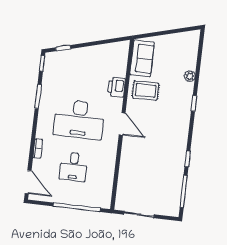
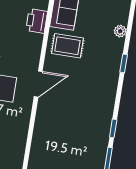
printer: (117, 87) -> (37, 21), moved
door: (122, 124) -> (38, 84), hinge flipped

